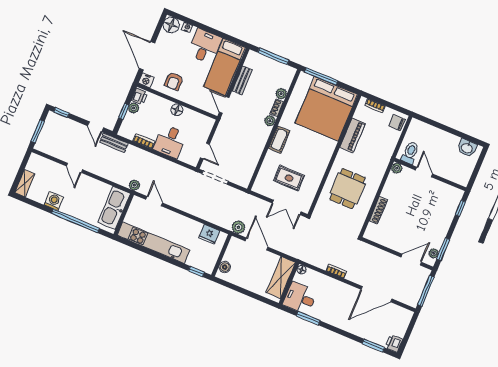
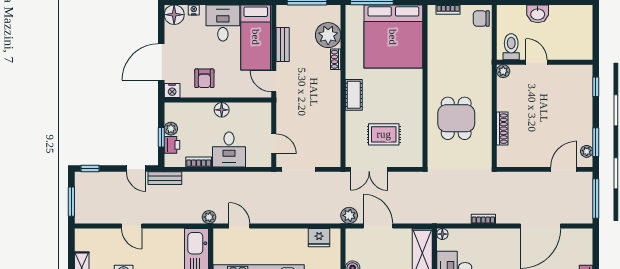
door: (147, 56) -> (161, 62), hinge flipped
plant: (281, 94) -> (328, 35), width x1.87, depth x1.87
printer: (139, 96) -> (172, 145), moved
plant: (270, 121) -> (334, 78), removed
piano: (352, 135) -> (436, 55), removed
washbasin: (467, 148) -> (538, 14), moved
double door: (287, 207) -> (369, 169), moved

